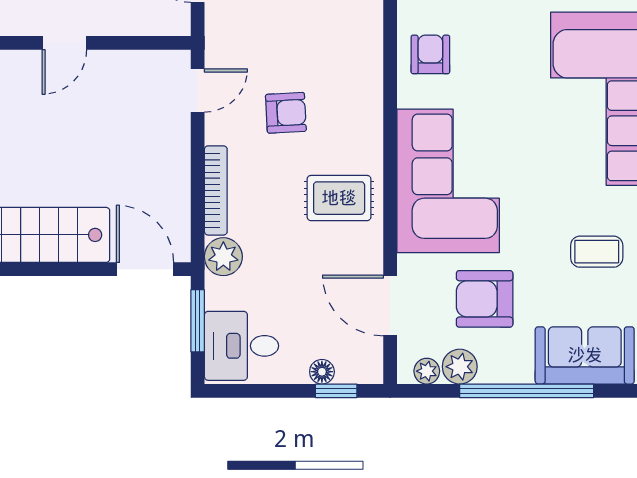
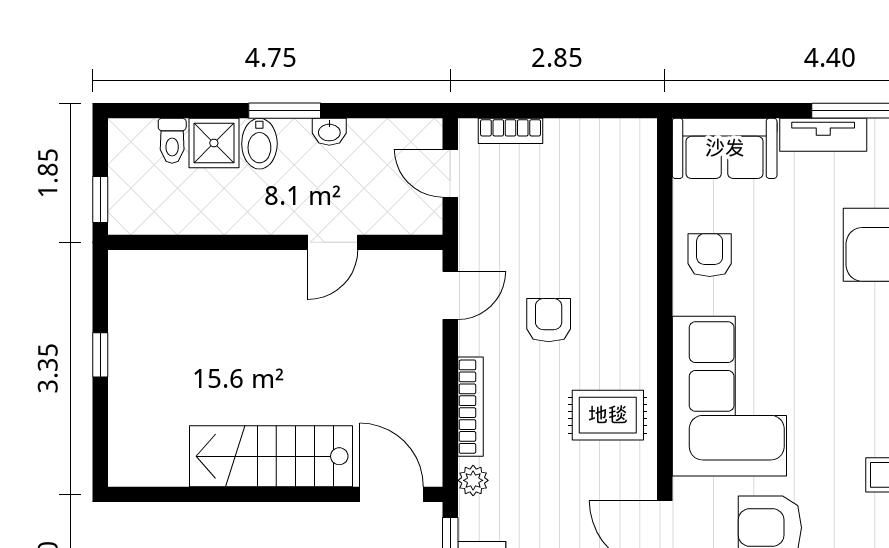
door: (64, 43) -> (333, 242), moved
armchair: (286, 113) -> (549, 320), turned -87
plant: (223, 257) -> (473, 480), width x0.73, depth x0.73

